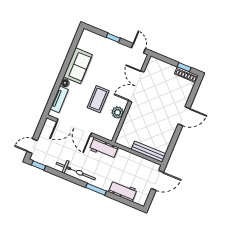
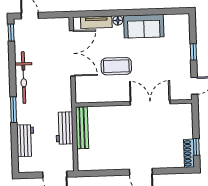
plant: (118, 112) -> (111, 95), removed
double door: (74, 127) -> (72, 53), swing flipped
workbench: (104, 148) -> (64, 128), moved
bench: (149, 152) -> (82, 128), moved

